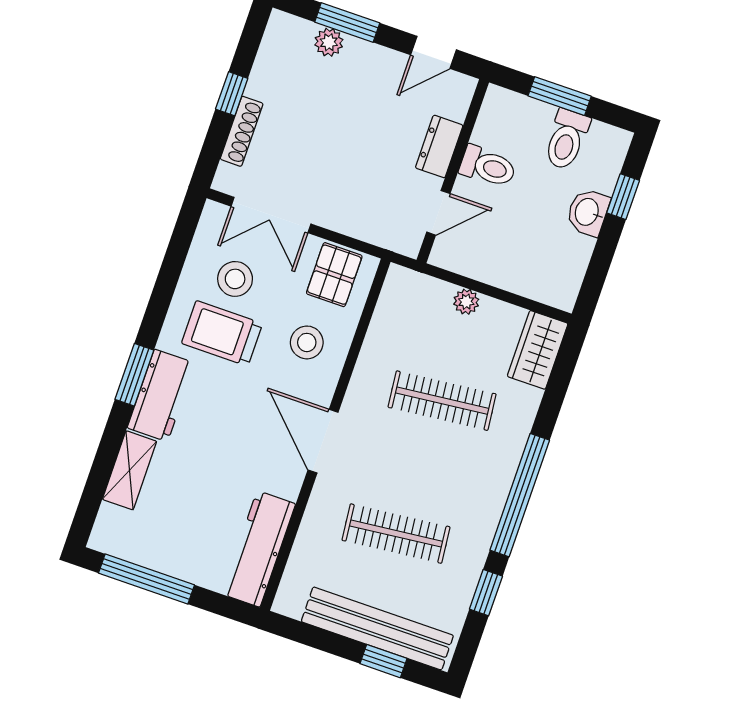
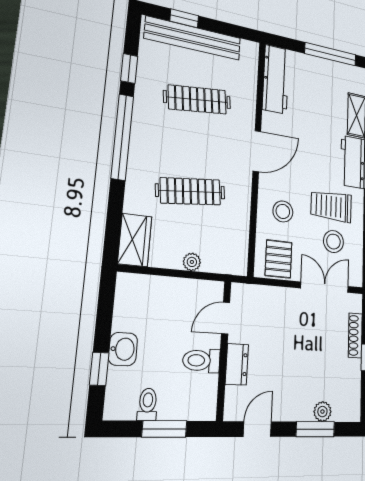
toilet: (567, 139) -> (148, 404), width x0.73, depth x0.72
trolley: (222, 333) -> (331, 206), turned 180
door: (323, 441) -> (257, 151), hinge flipped

